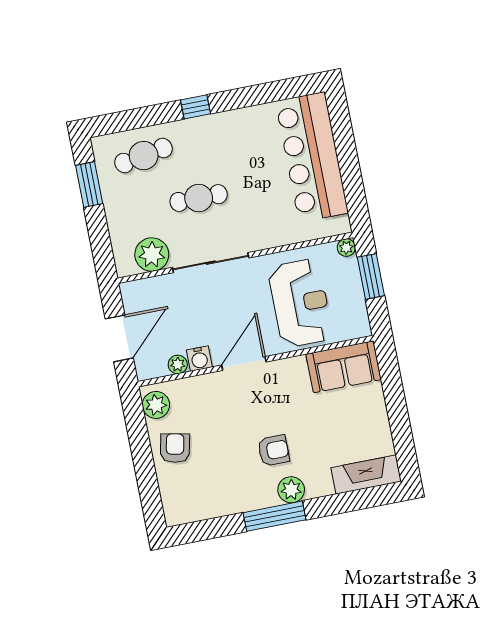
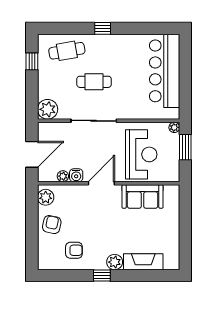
window: (89, 184) -> (32, 61), width x0.67
plant: (152, 255) -> (48, 109), moved
sofa: (344, 367) -> (143, 196), moved
armchair: (274, 450) -> (74, 250), moved
fireplace: (366, 475) -> (143, 262), moved
window: (275, 516) -> (102, 276), width x0.46

